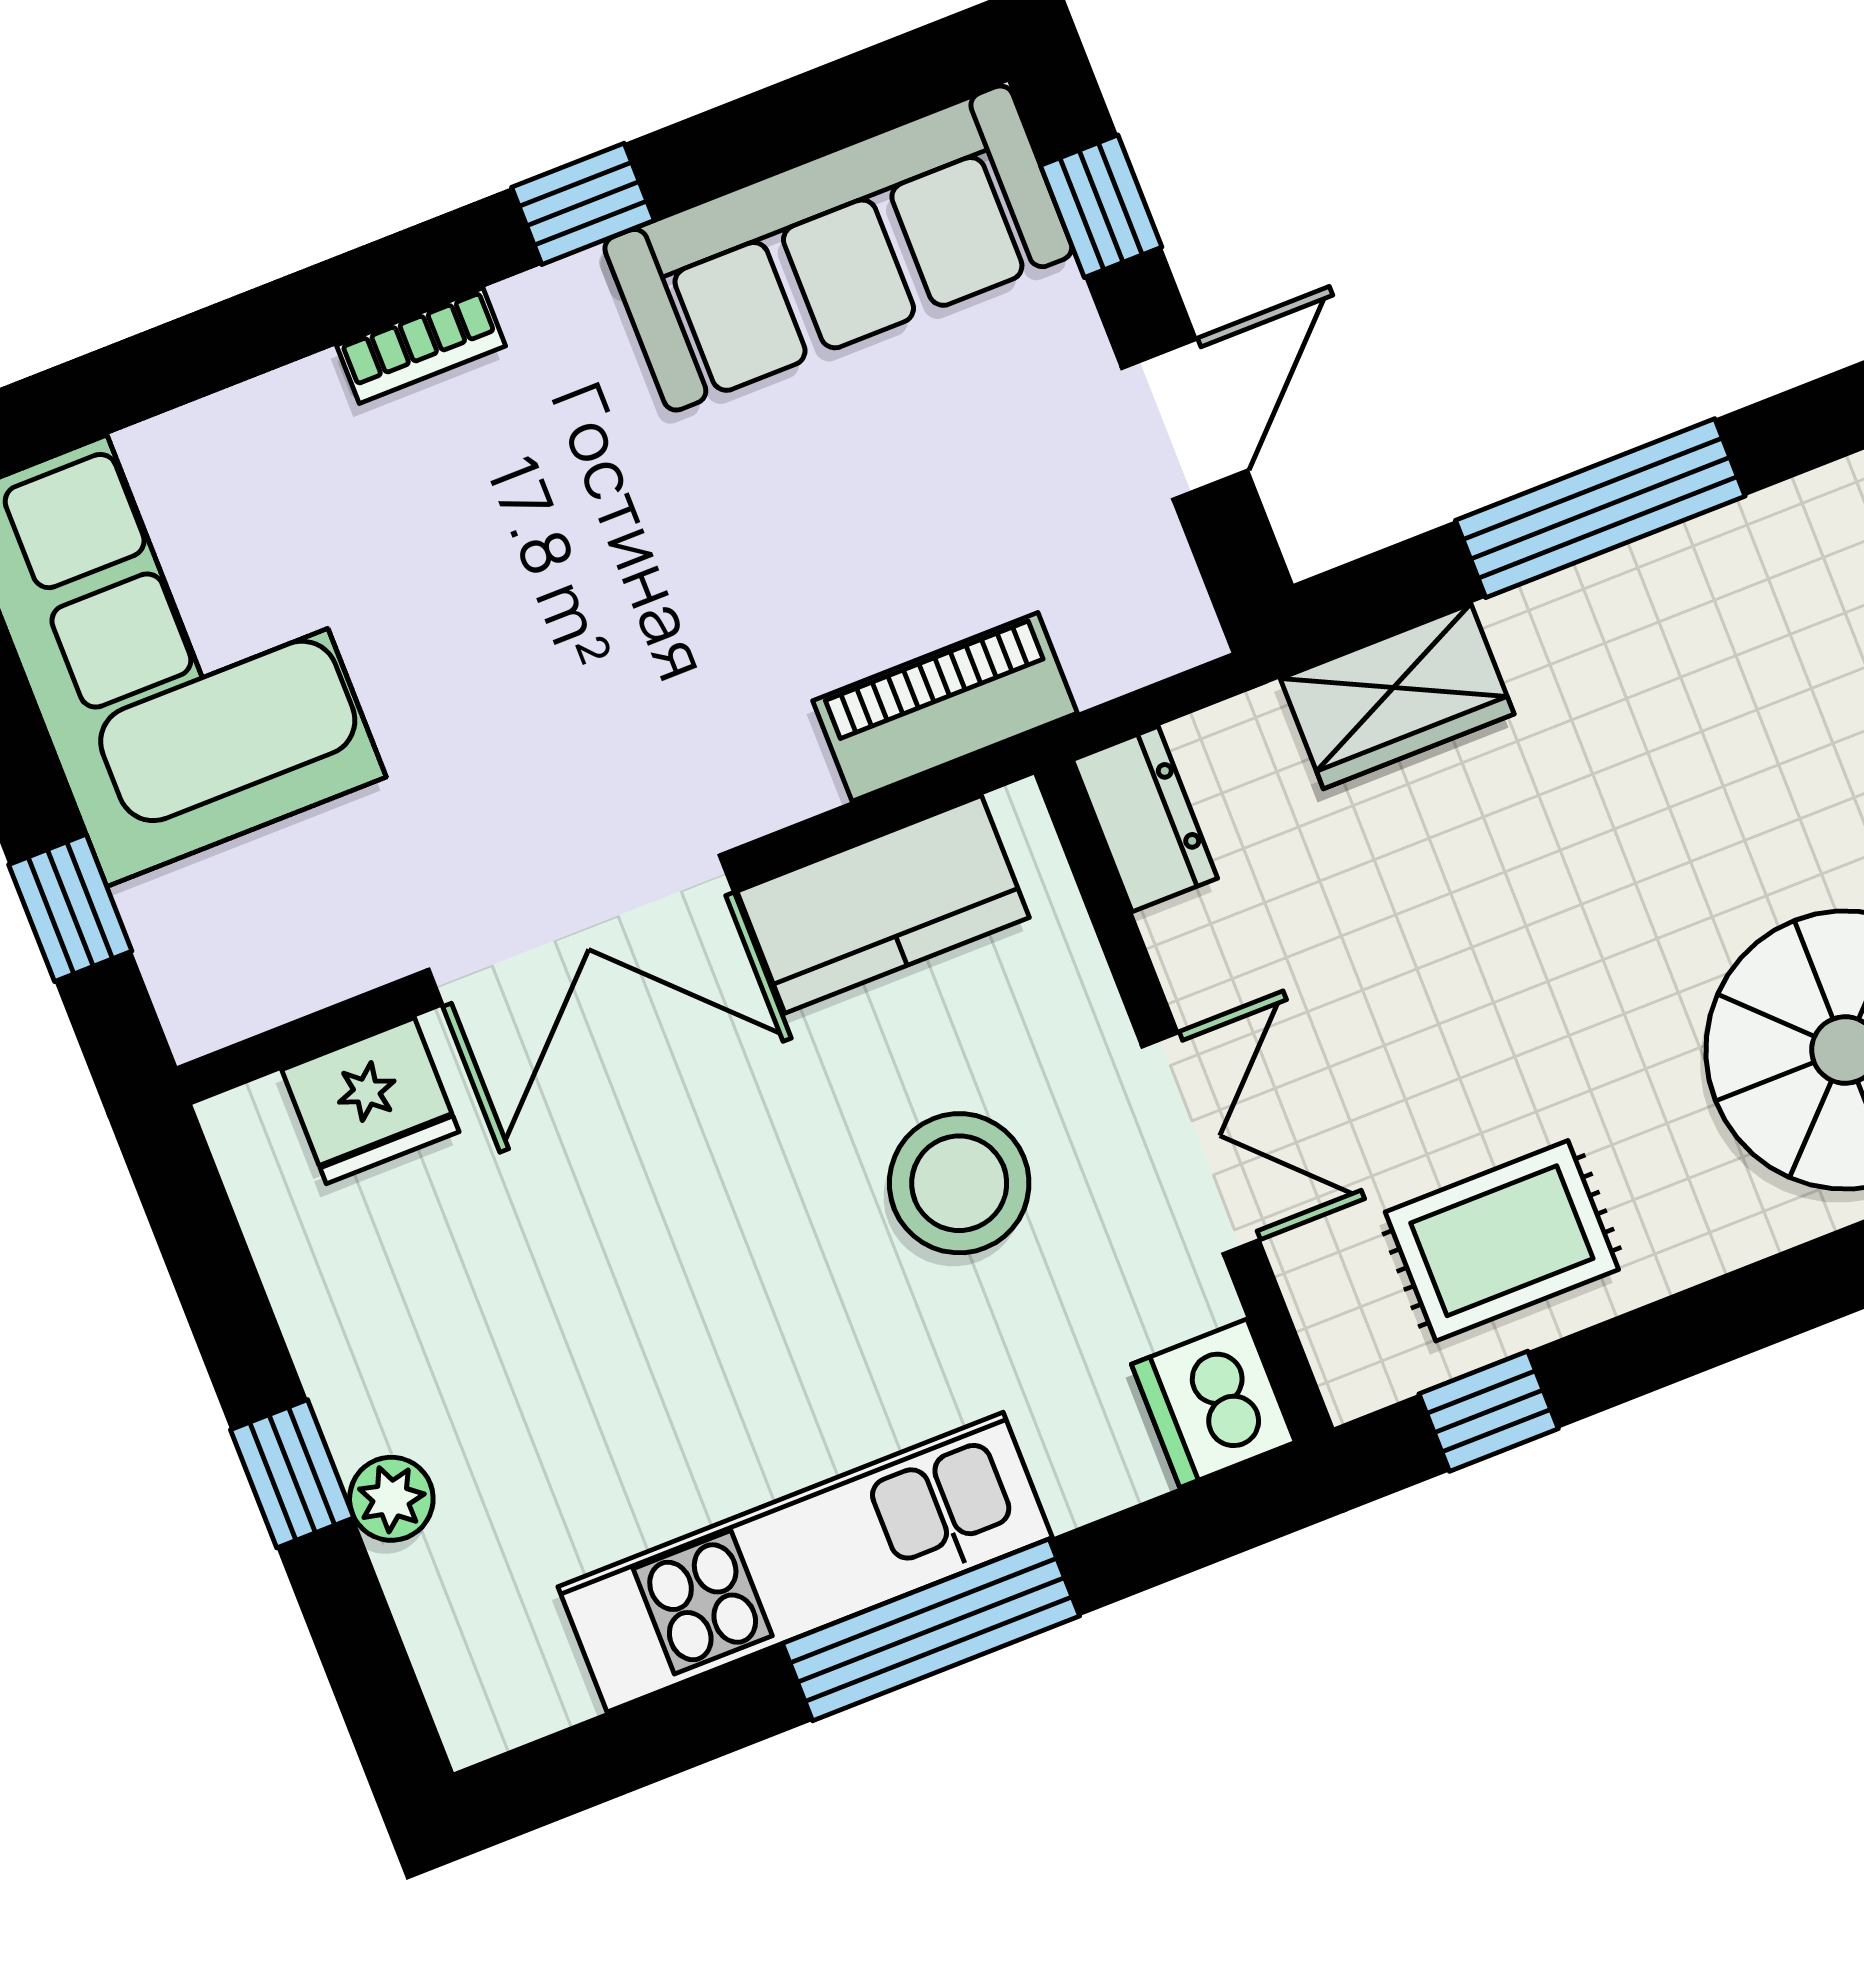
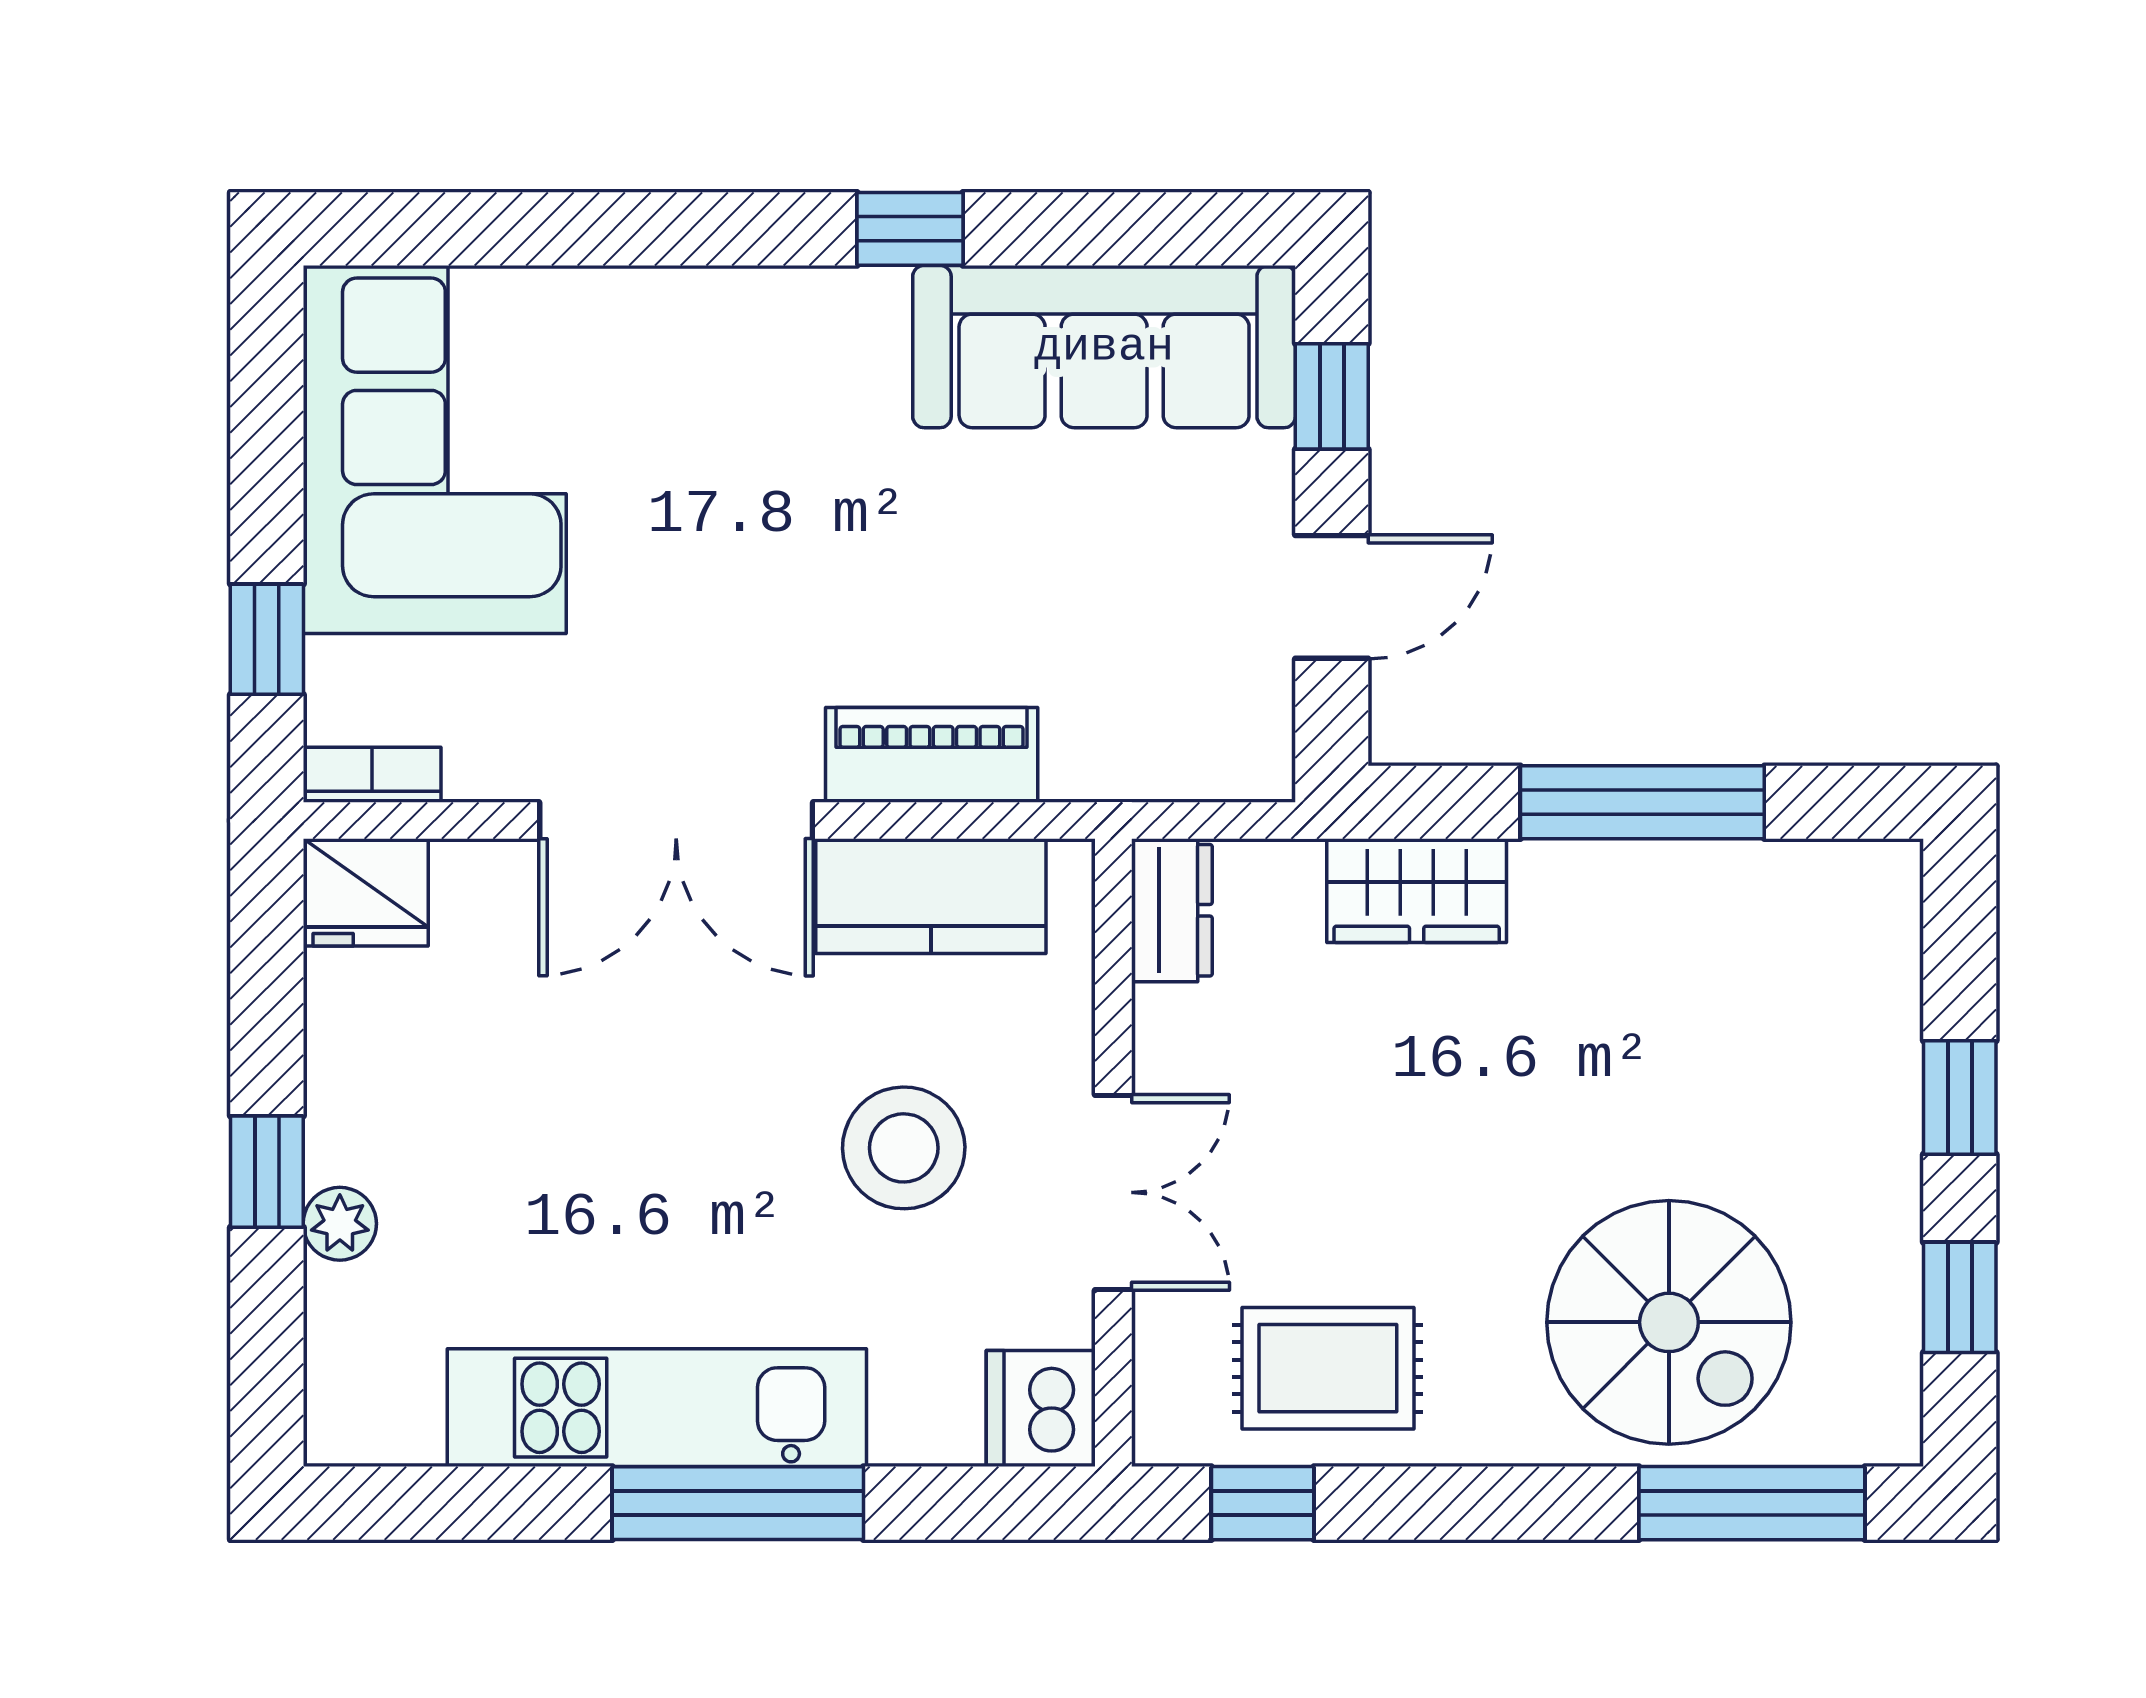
bookcase: (421, 346) -> (372, 775), moved, turned 180
piano: (945, 707) -> (932, 755), moved
fridge: (370, 1101) -> (366, 892), moved

